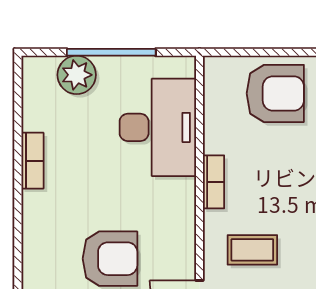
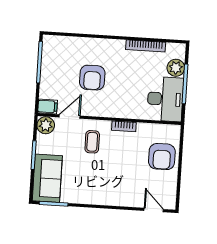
desk: (158, 127) -> (165, 99), moved, turned -90
bookcase: (32, 161) -> (146, 46), width x1.56

